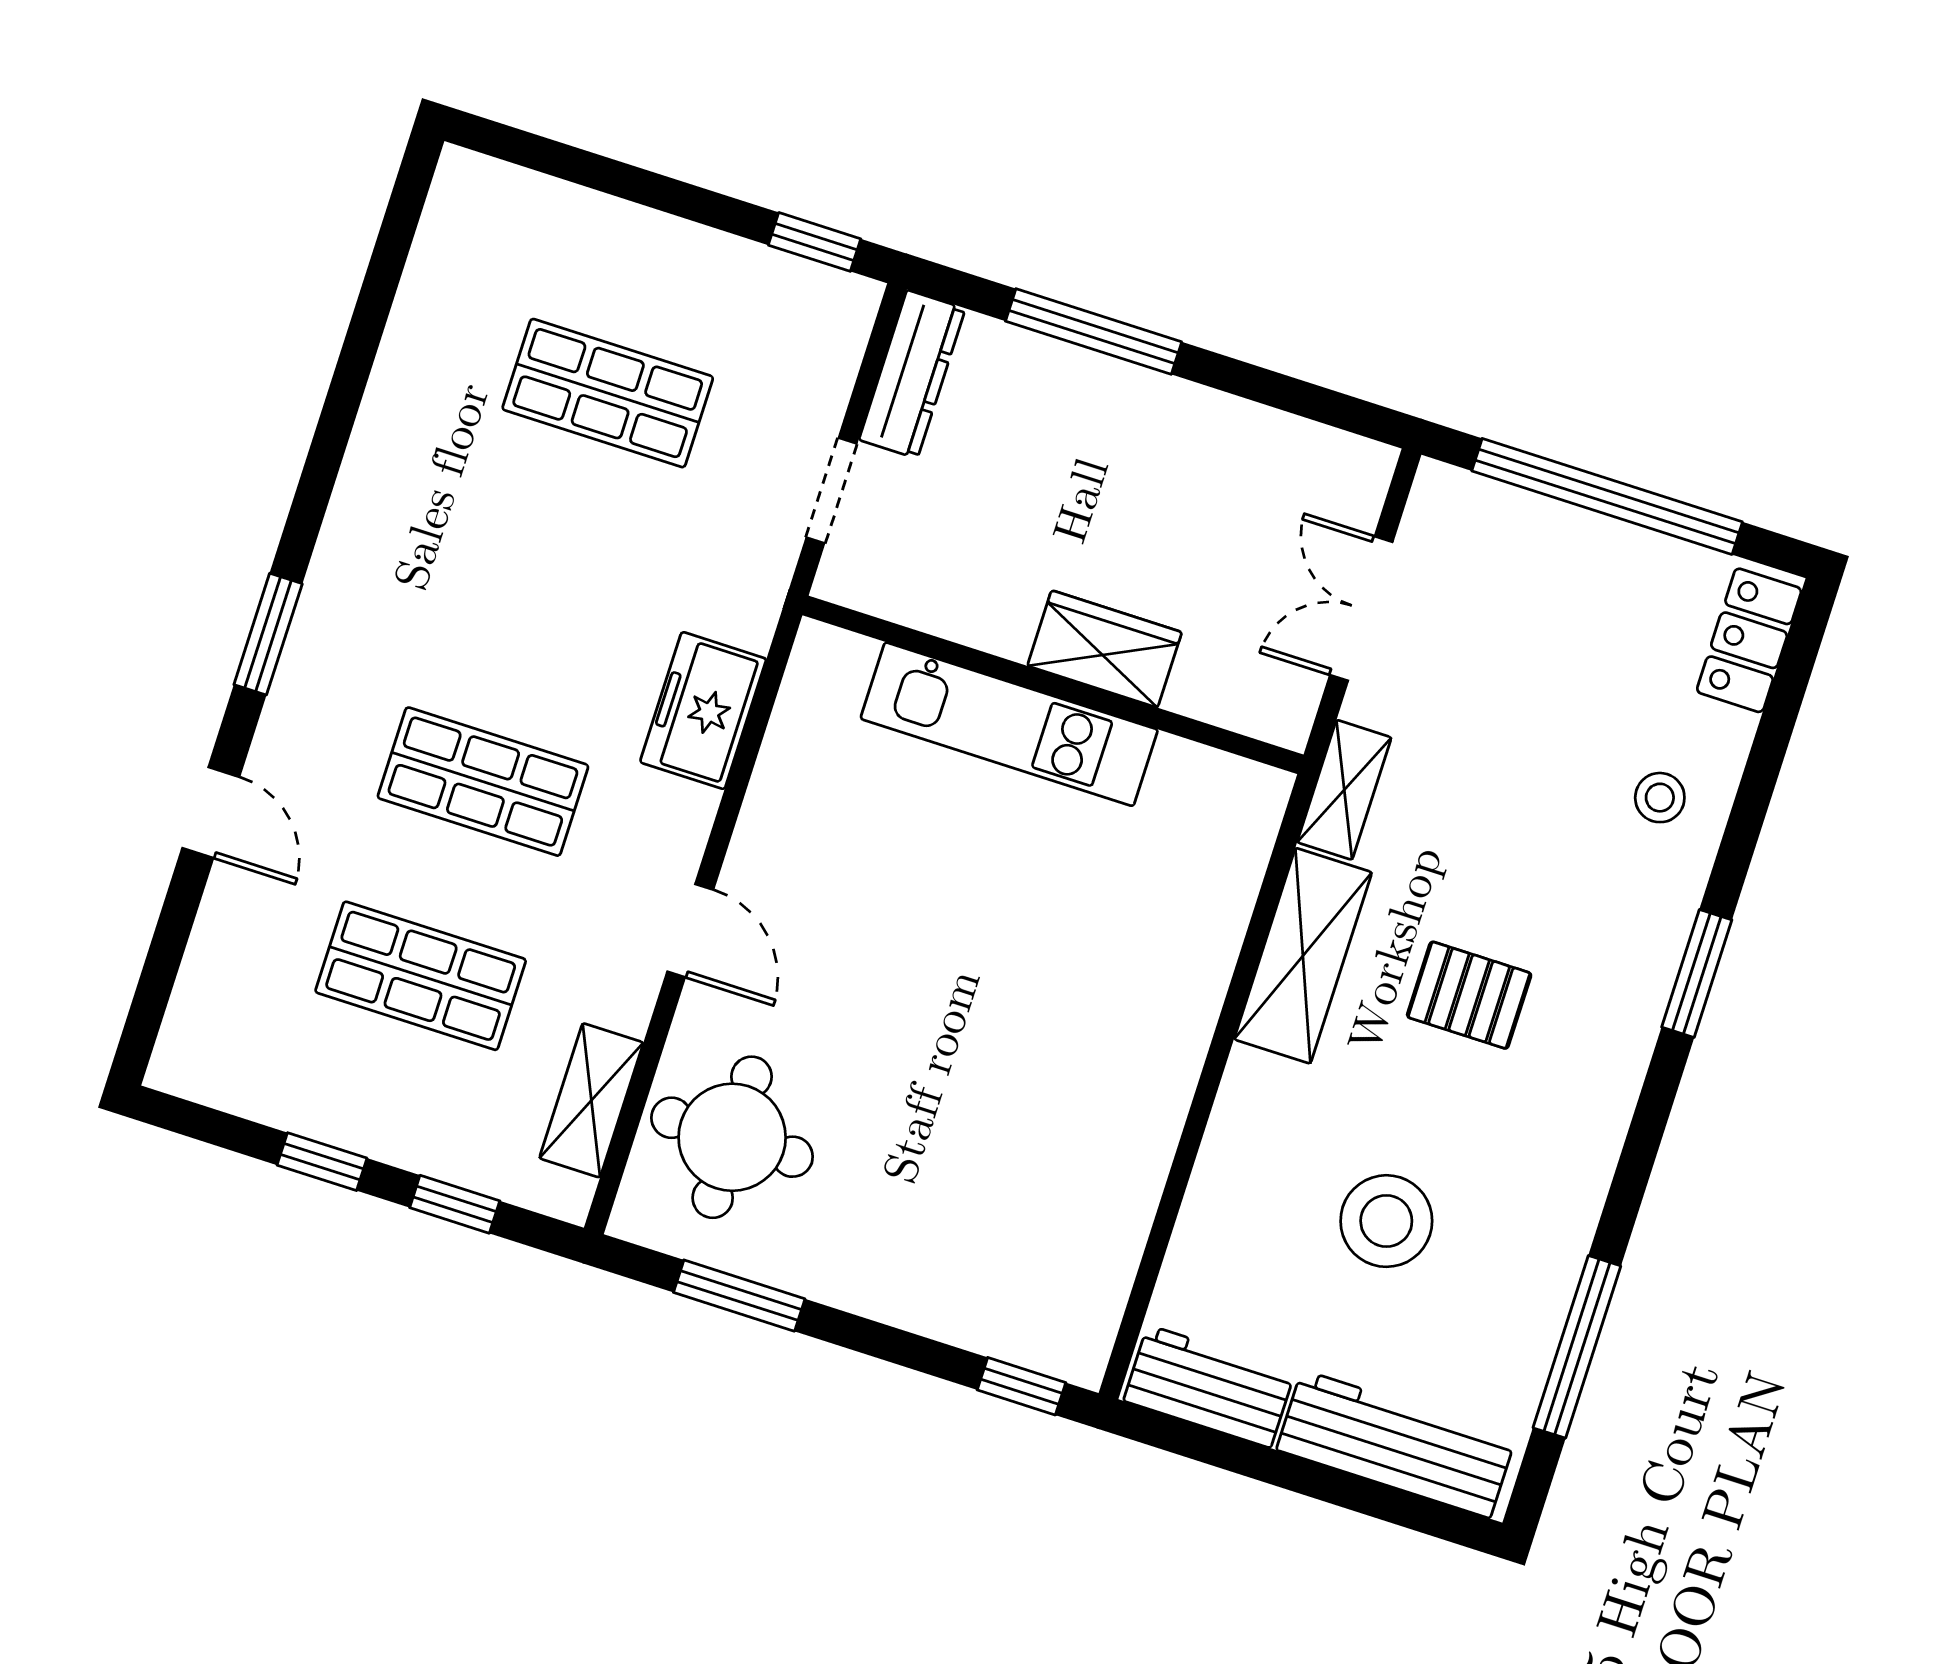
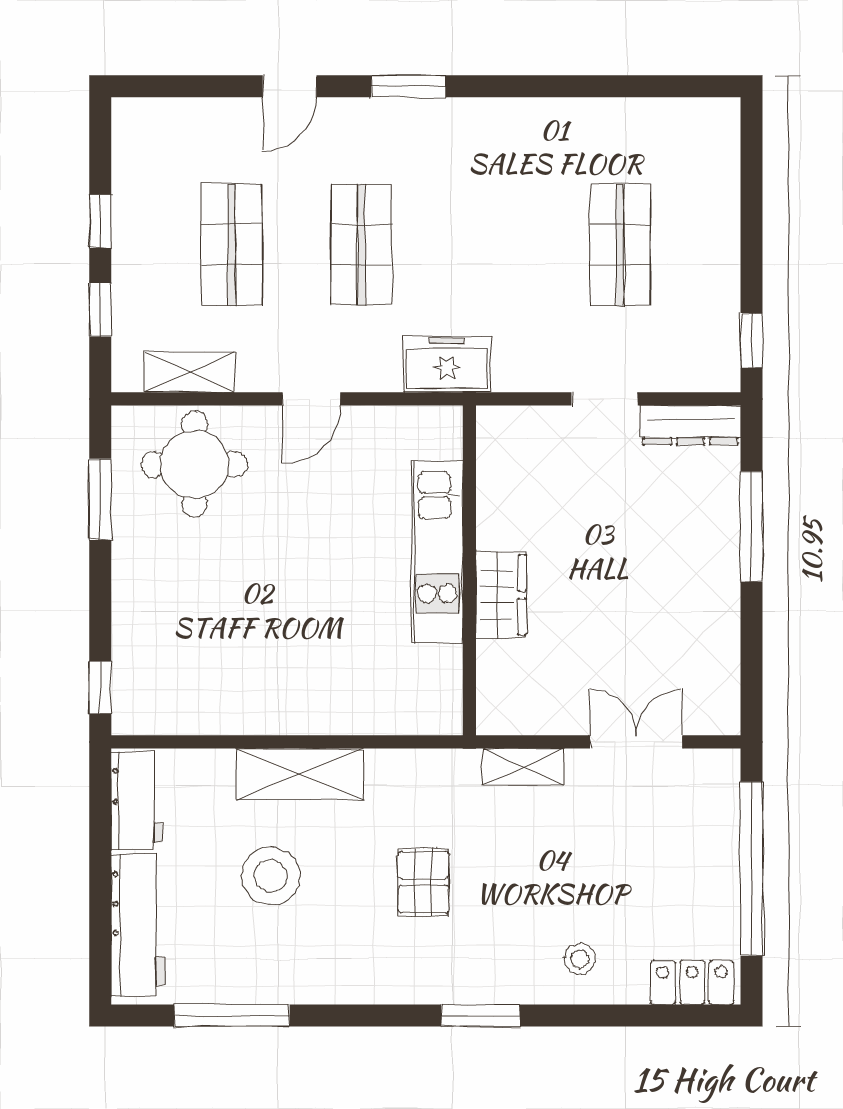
wardrobe: (1105, 649) -> (501, 595), moved
wall: (1053, 685) -> (469, 570), moved
kitchen unit: (1009, 724) -> (437, 552), moved
shelving: (1303, 956) -> (300, 774), moved

